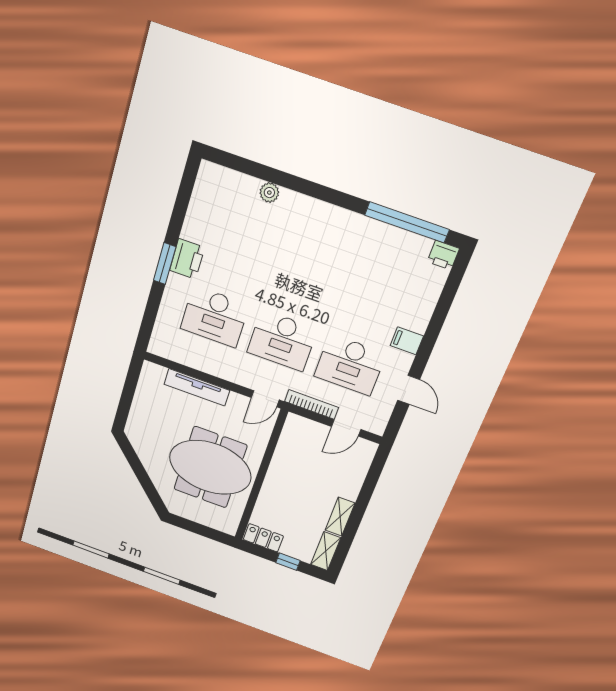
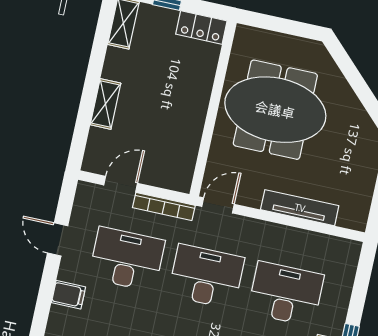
shelving: (340, 517) -> (105, 104), moved

